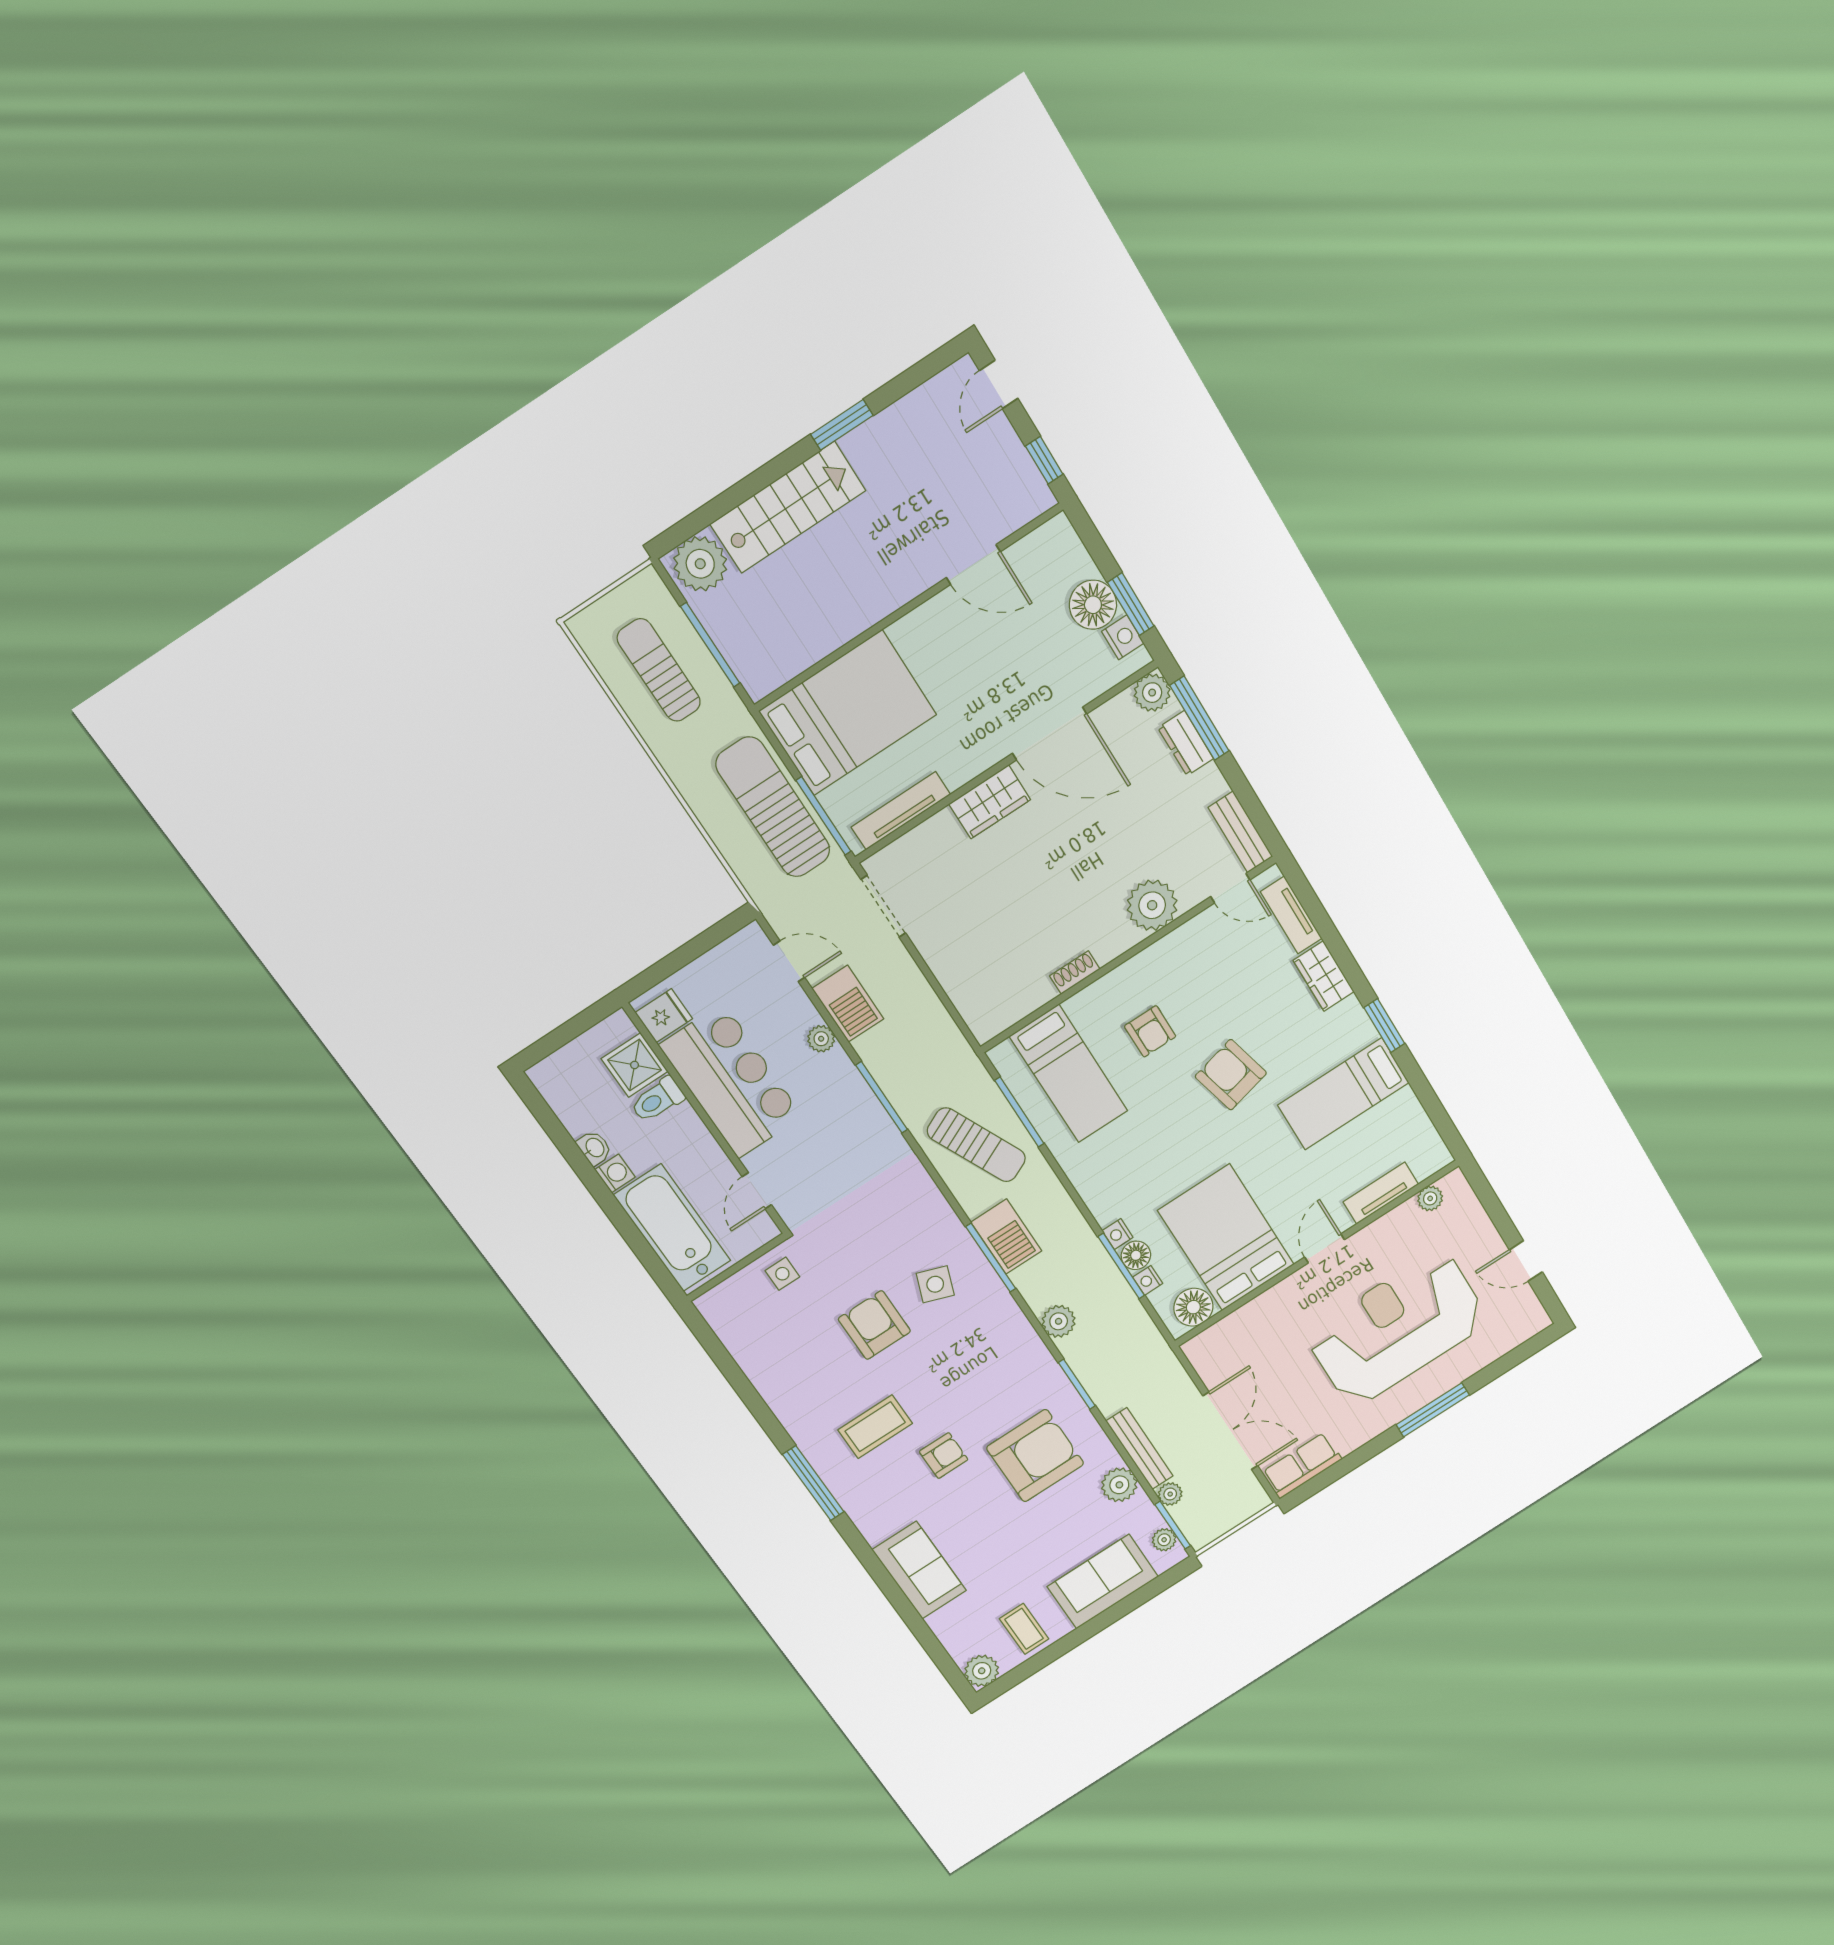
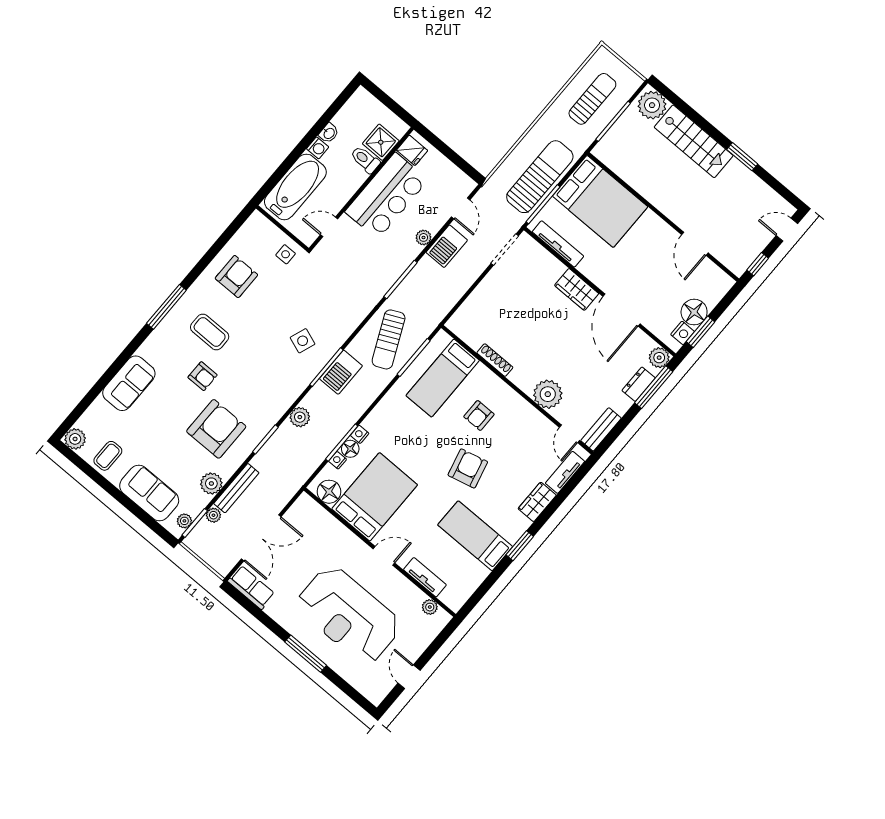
shoe rack: (1075, 972) -> (495, 360), width x1.43
armchair: (874, 1325) -> (236, 277), moved
reception desk: (1397, 1328) -> (349, 615), turned 180
armchair: (1035, 1456) -> (216, 429), turned -90

